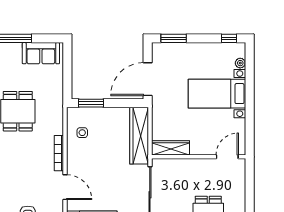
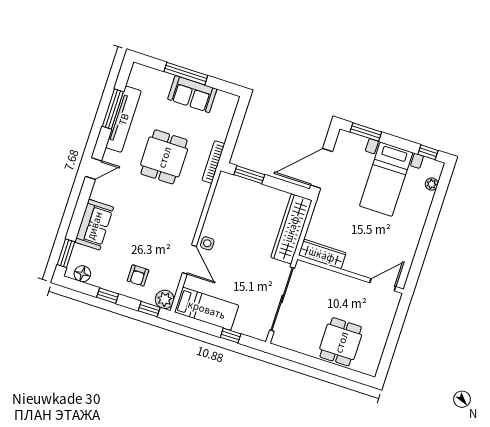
sofa: (41, 53) -> (192, 94), moved
bed with nightstands: (217, 94) -> (386, 179), moved, turned -90
side table: (82, 133) -> (207, 243), moved
bookcase: (59, 153) -> (213, 162), moved

